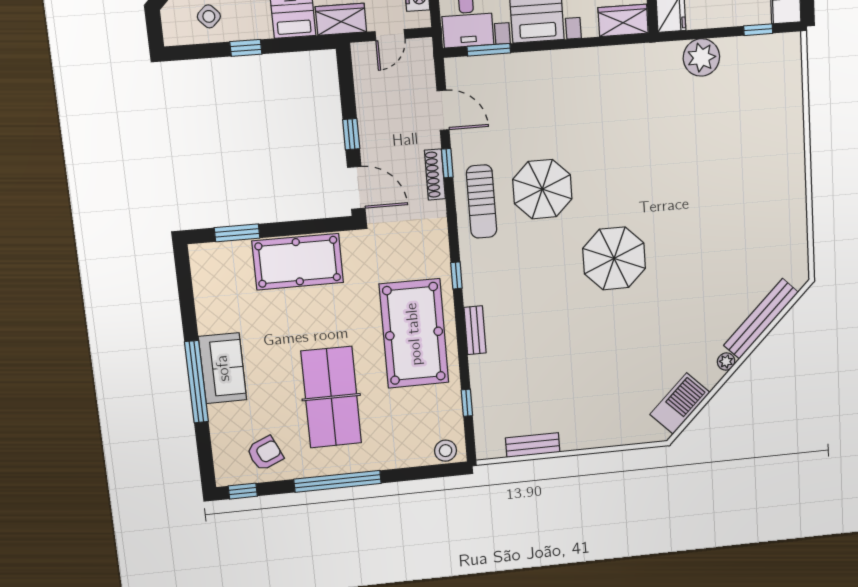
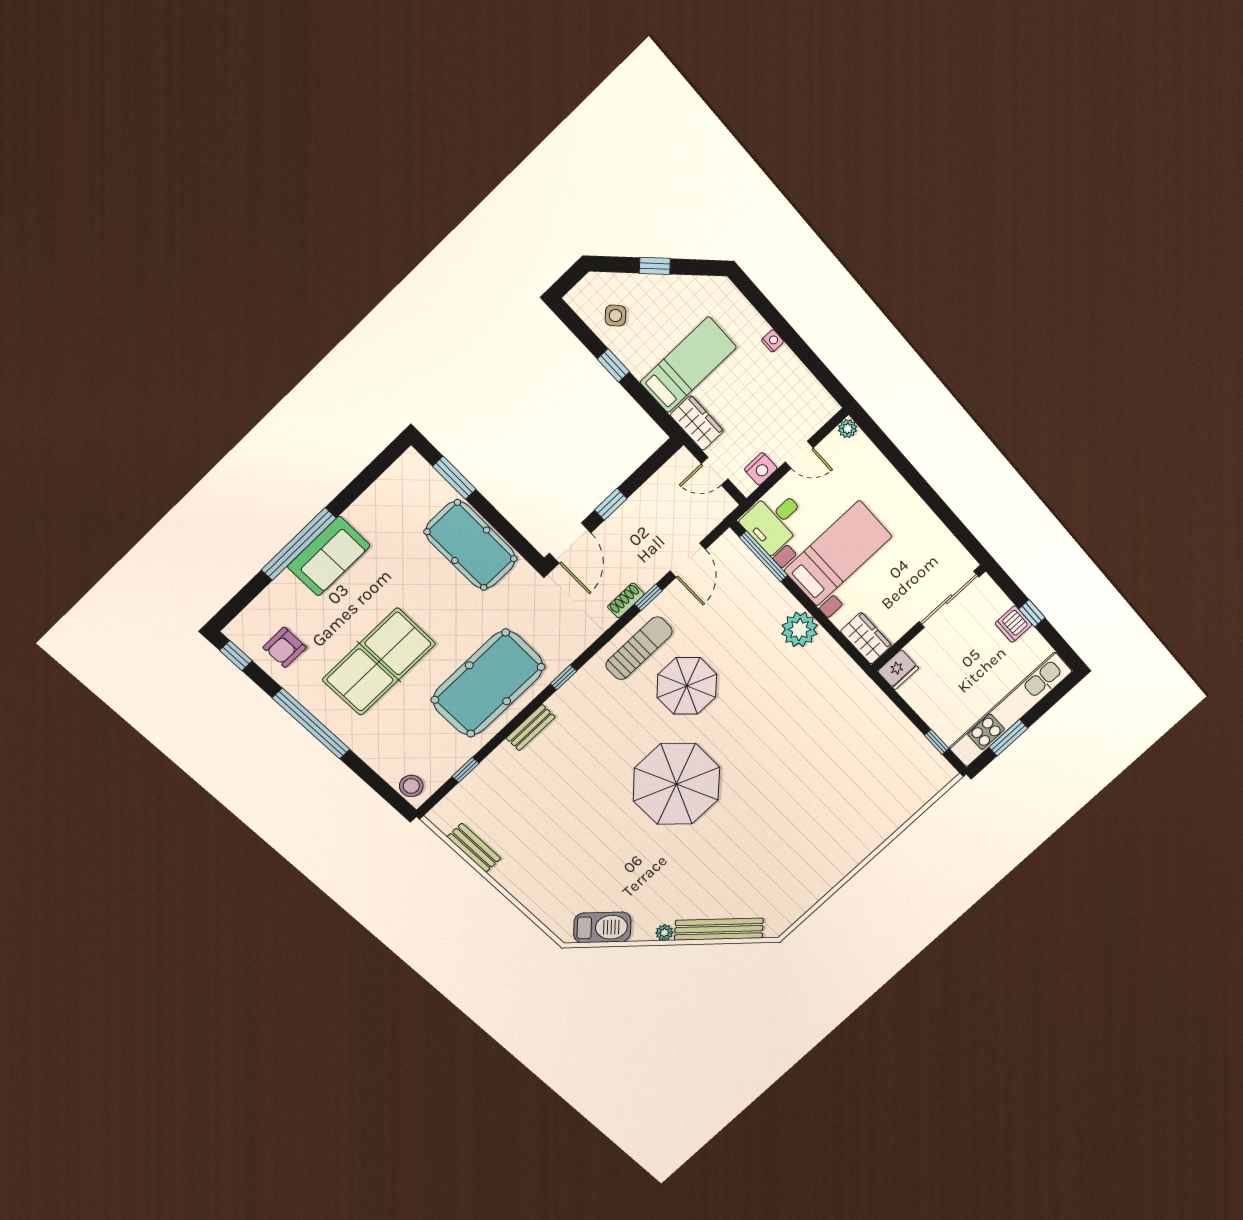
window: (489, 50) -> (764, 556), width x1.44
plant: (701, 57) -> (800, 629), moved
shoe rack: (435, 174) -> (626, 600), width x0.70
sun lounger: (482, 202) -> (639, 648), turned 180
parasol: (614, 258) -> (676, 784), width x1.36, depth x1.36
armchair: (265, 453) -> (285, 647), turned 114

